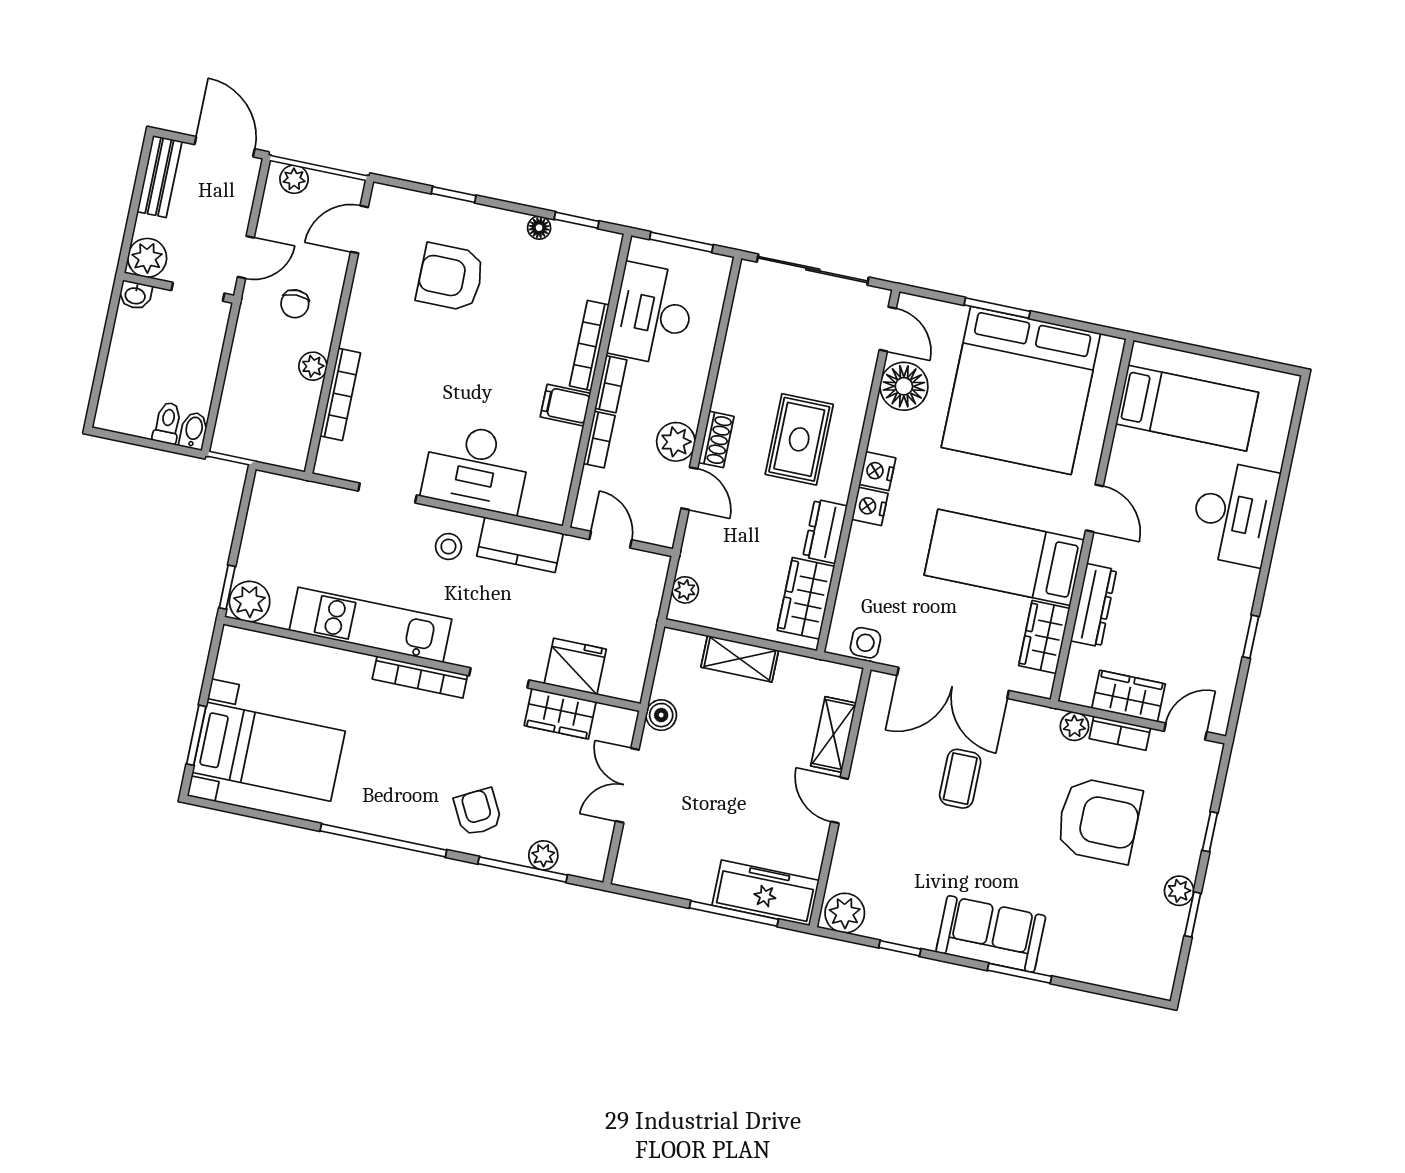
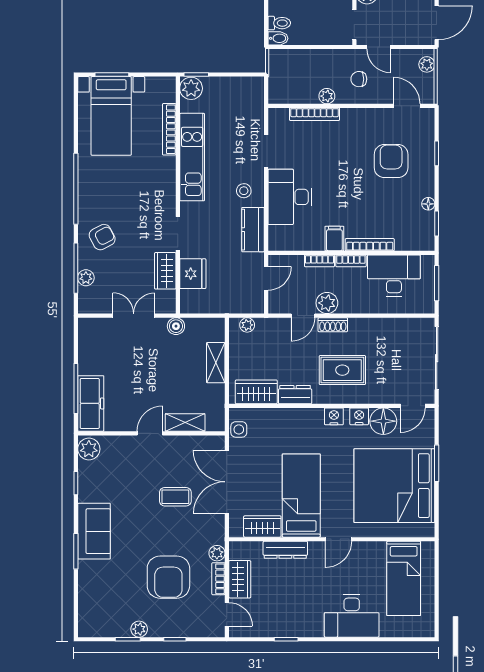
nightstand: (870, 506) -> (359, 416), moved
bookcase: (420, 677) -> (169, 129), moved

